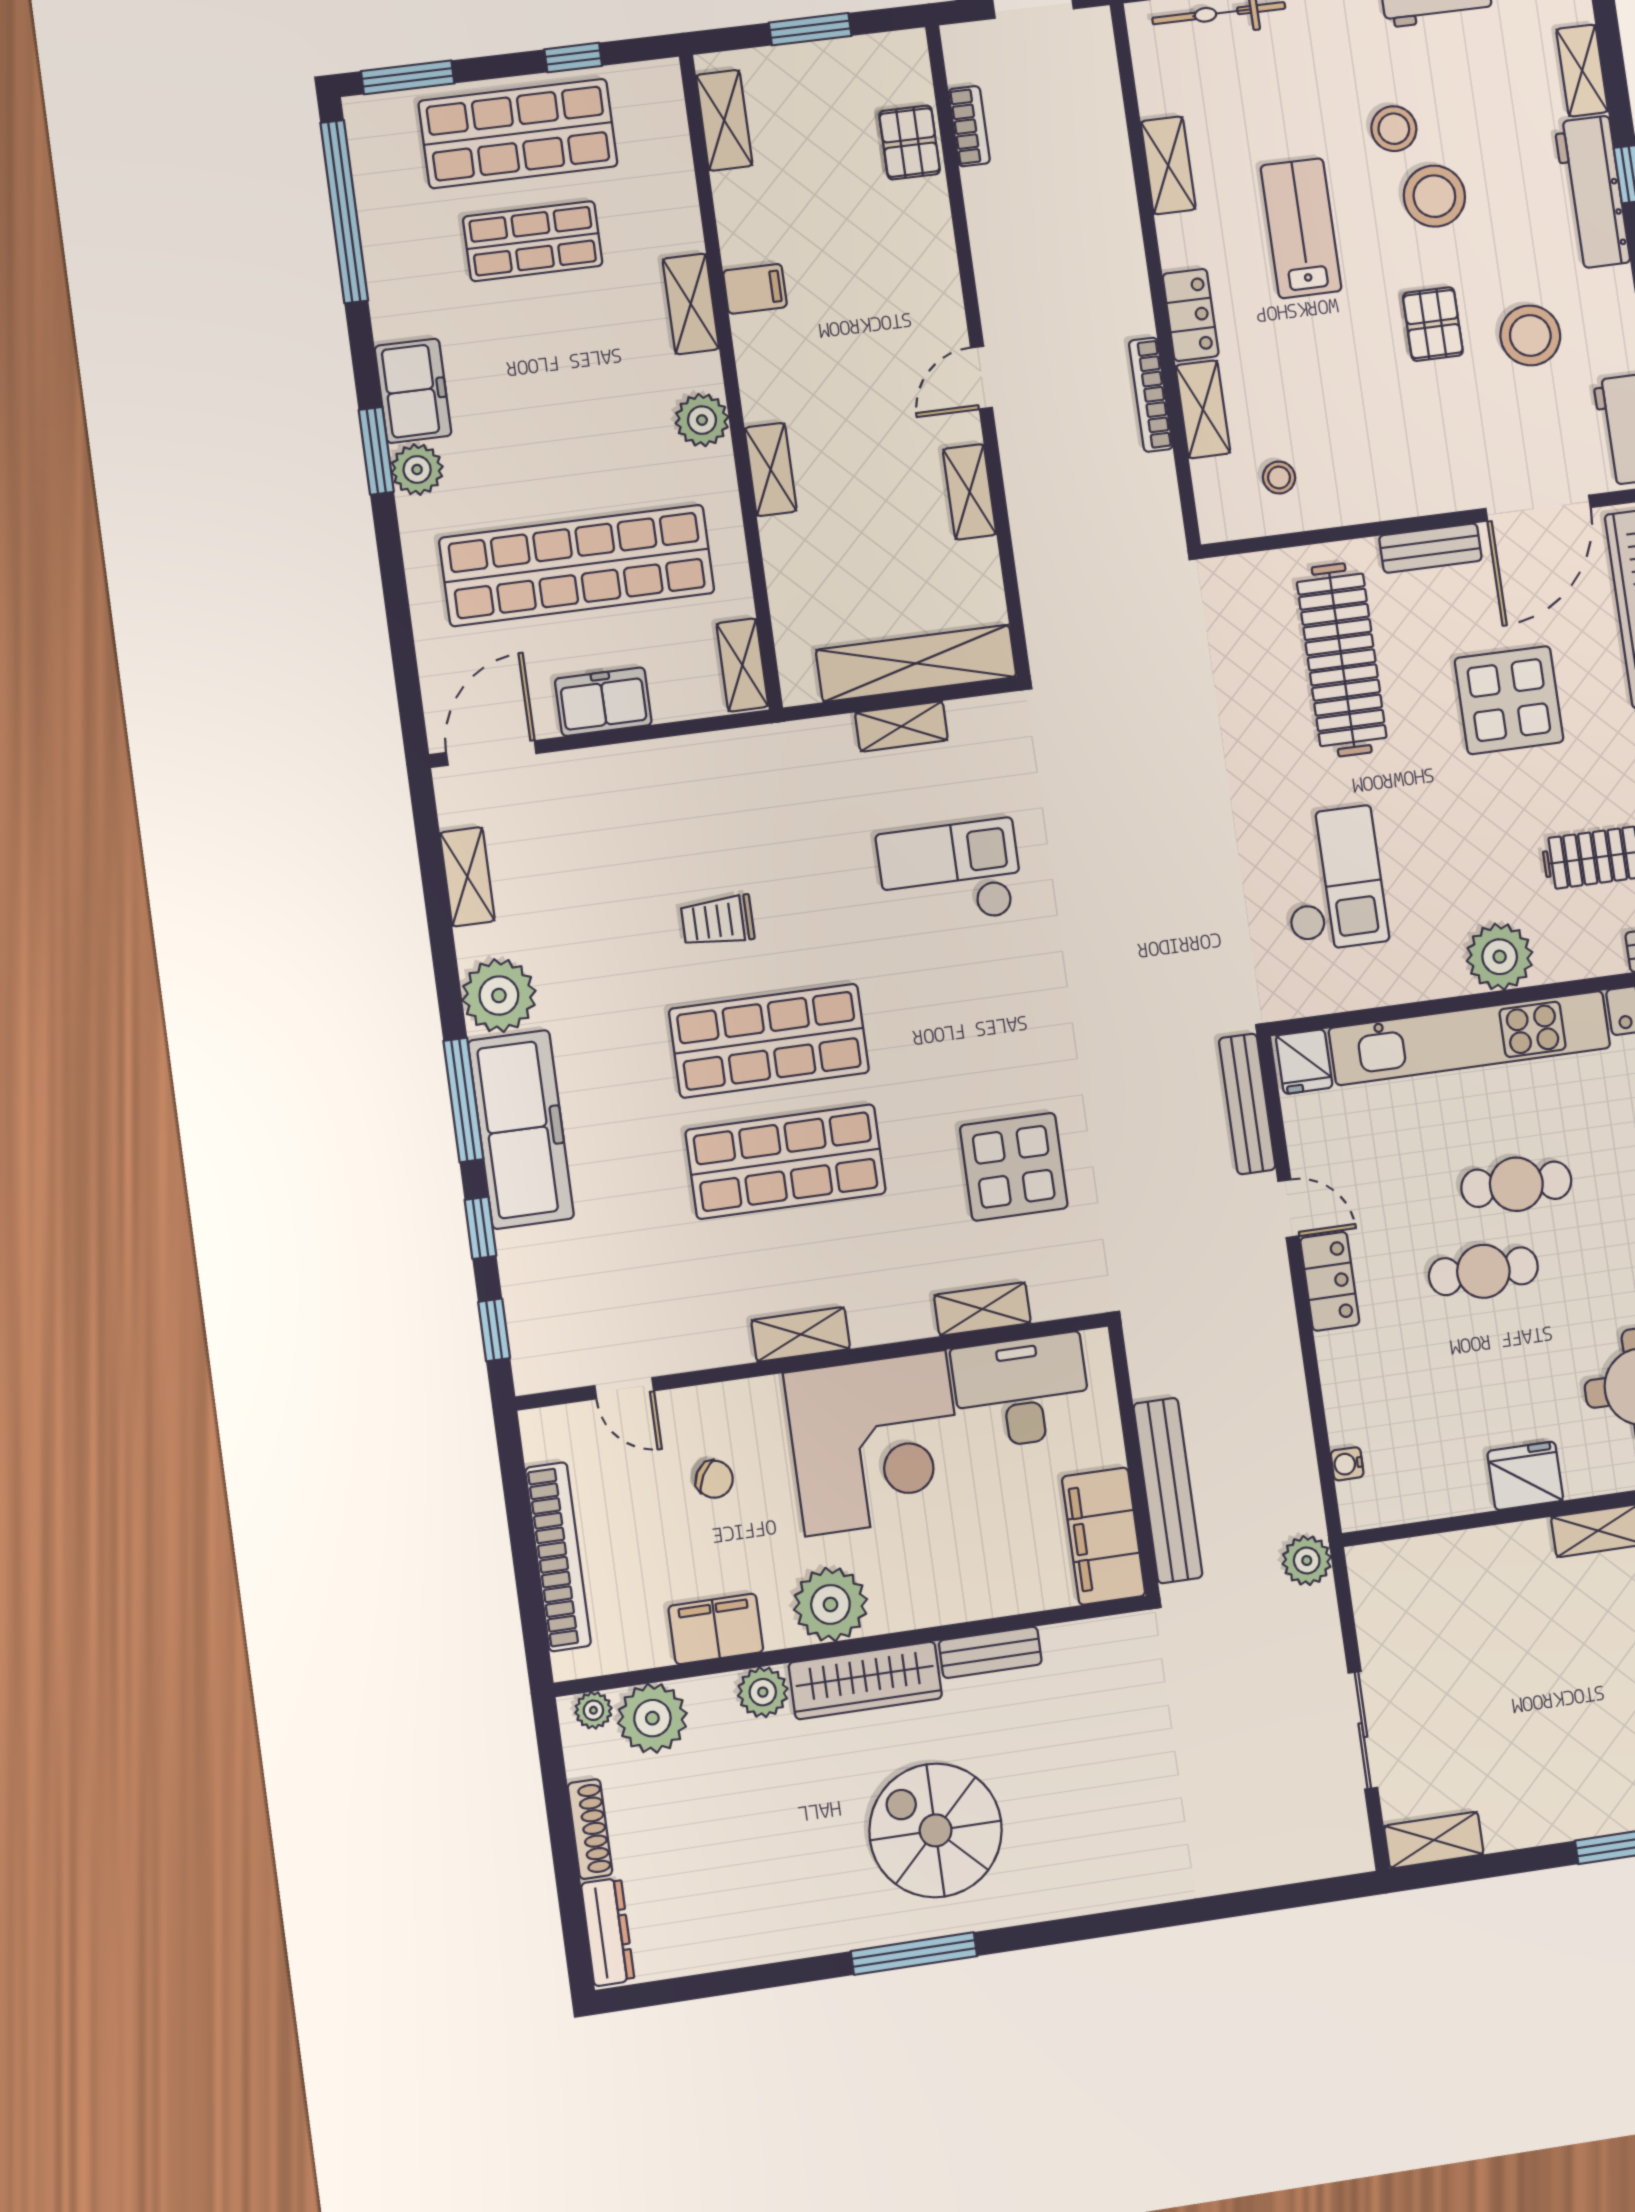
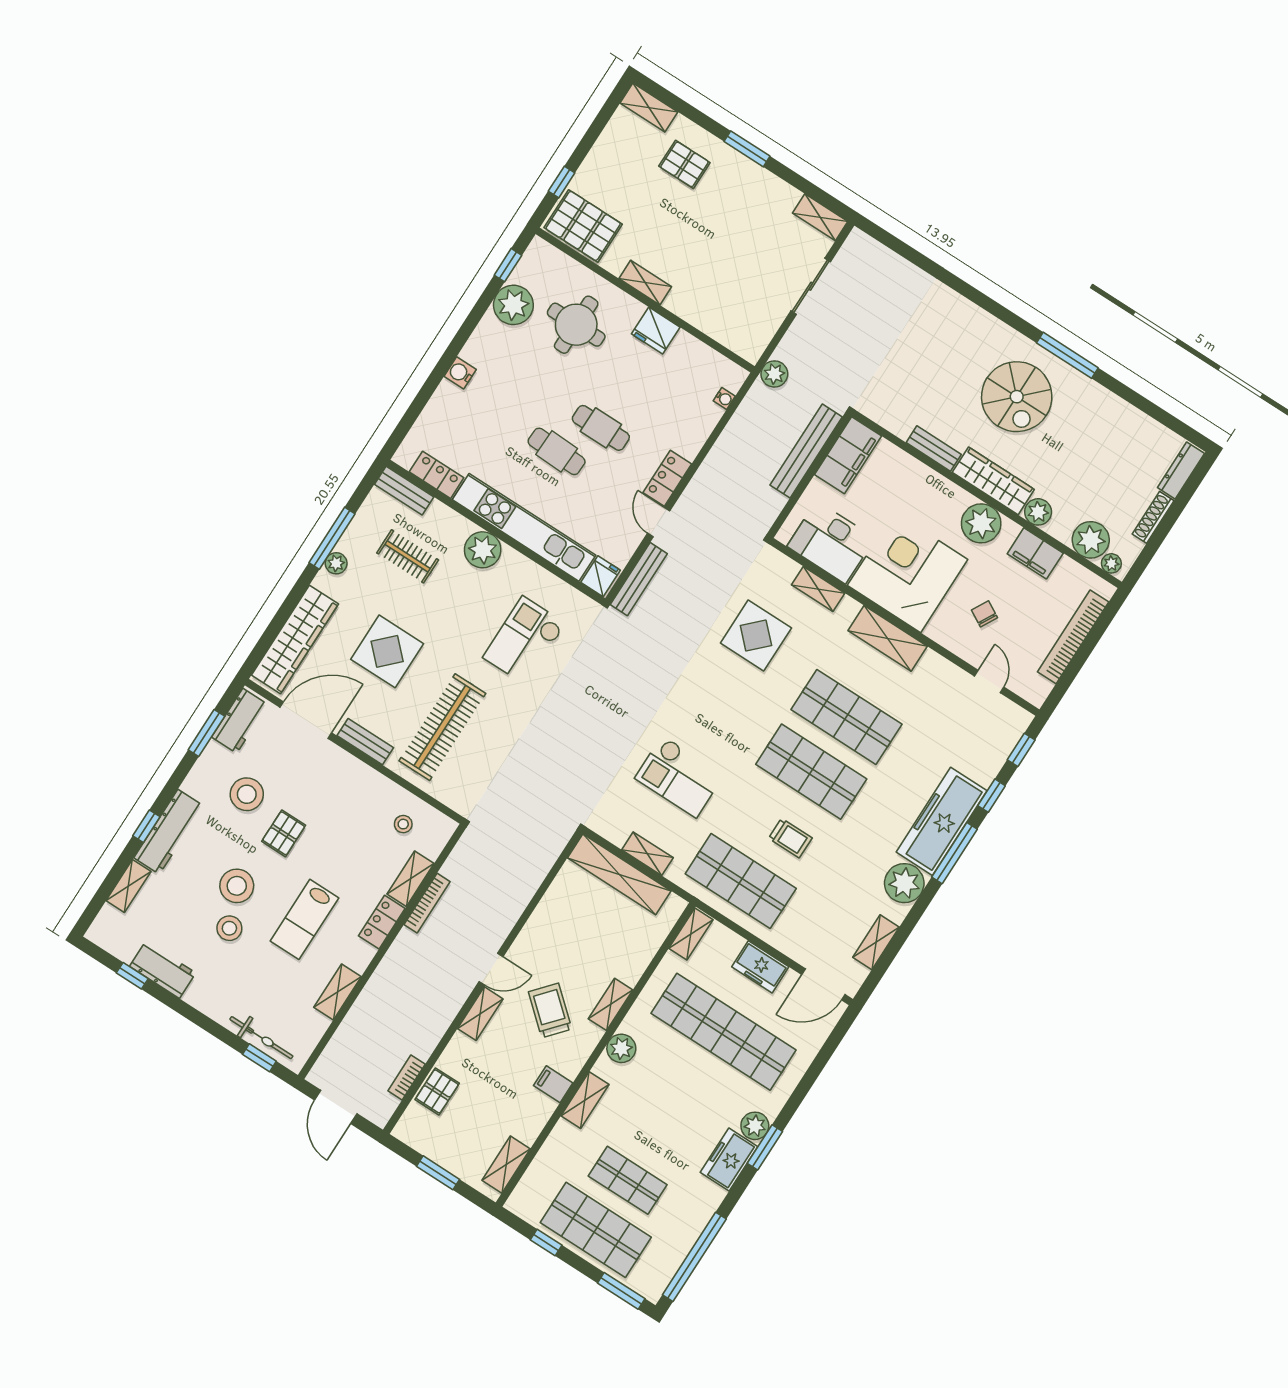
trolley: (849, 389) -> (550, 1010), added
shelving: (970, 492) -> (480, 1014), moved
shop shelf: (736, 800) -> (741, 881), added
shelving: (801, 1334) -> (888, 638), width x1.50, depth x1.33

